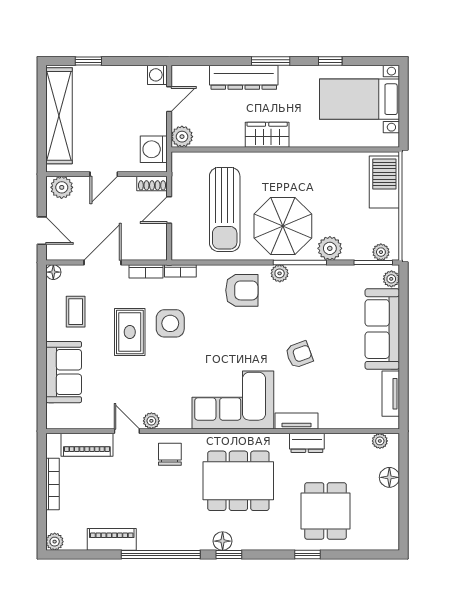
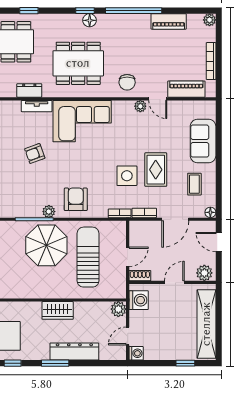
plant: (330, 248) -> (13, 229), removed
armchair: (242, 290) -> (76, 199), turned 90

